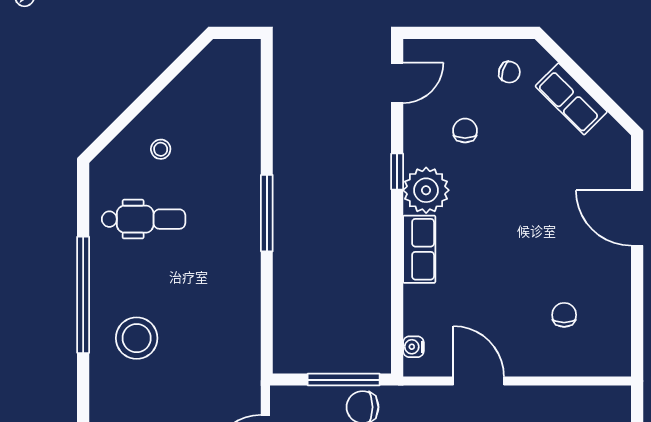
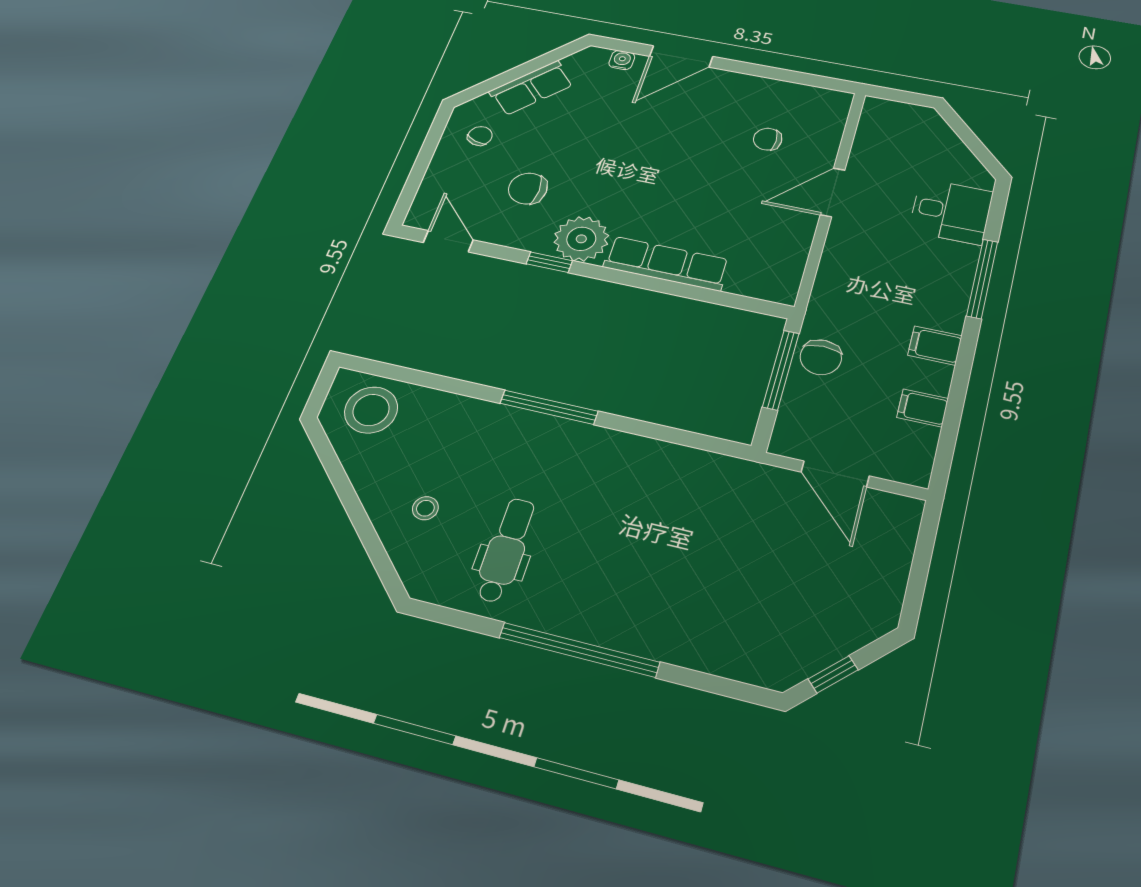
chair: (465, 131) -> (528, 189), width x1.37, depth x1.37
row of seats: (419, 249) -> (666, 263), width x1.48
stool: (137, 338) -> (371, 410), moved
water cooler: (413, 347) -> (622, 60), moved, turned 180
door: (479, 381) -> (833, 192), moved

